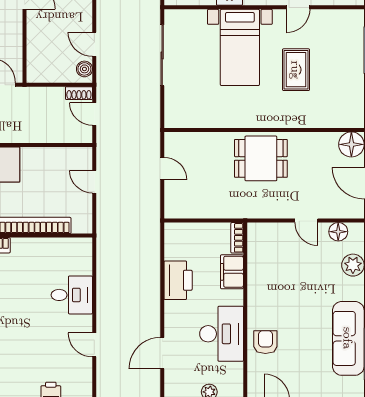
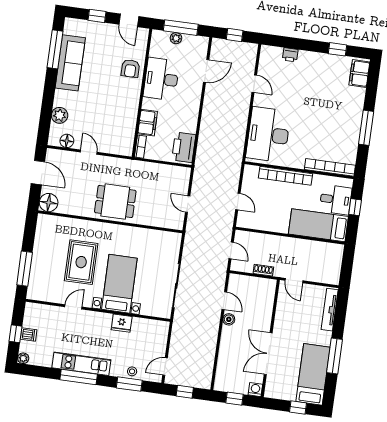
boiler: (84, 69) -> (229, 319), moved
rug: (296, 70) -> (81, 262), width x1.36, depth x1.43
shoe rack: (79, 93) -> (263, 270), moved
printer: (178, 280) -> (184, 147), moved
desk: (72, 295) -> (268, 135), width x1.87, depth x1.30

